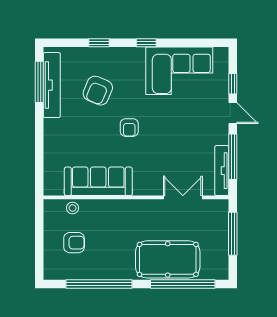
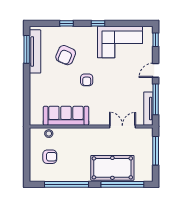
window: (233, 84) -> (156, 40), moved
door: (233, 113) -> (156, 70), swing flipped

